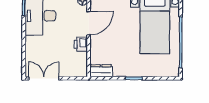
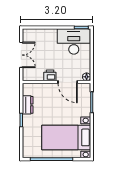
dresser: (101, 71) -> (28, 105), moved
double door: (44, 78) -> (21, 55), moved

